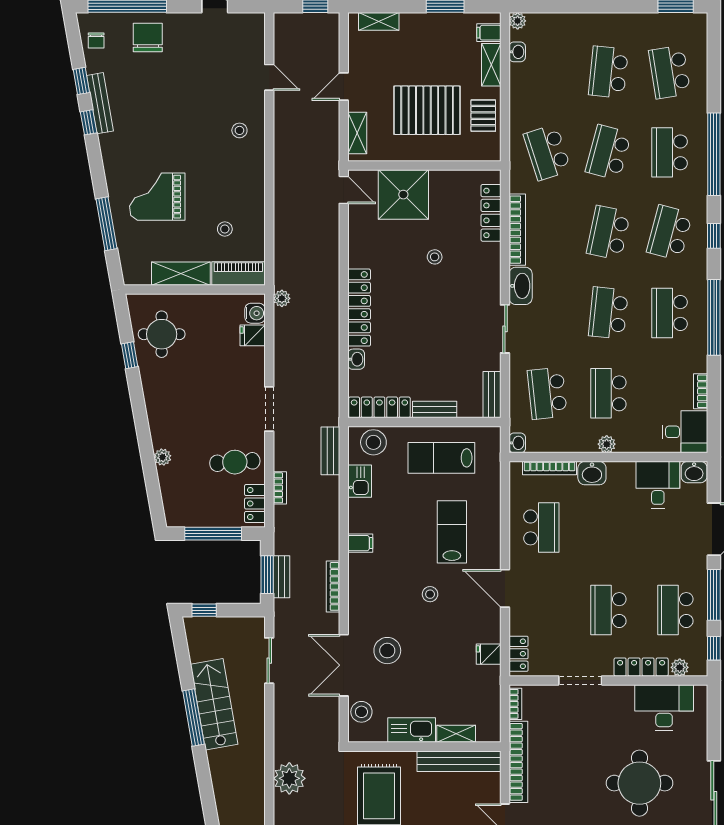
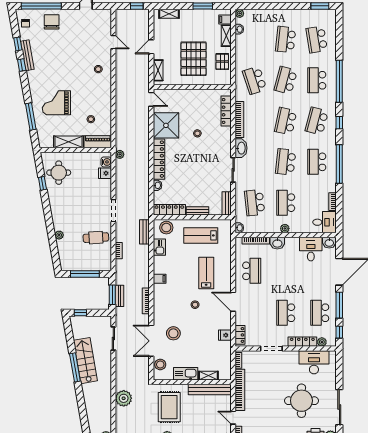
pallet: (427, 110) -> (194, 59), turned 90
shower: (403, 195) -> (166, 125), moved
locker: (255, 504) -> (106, 259), removed

